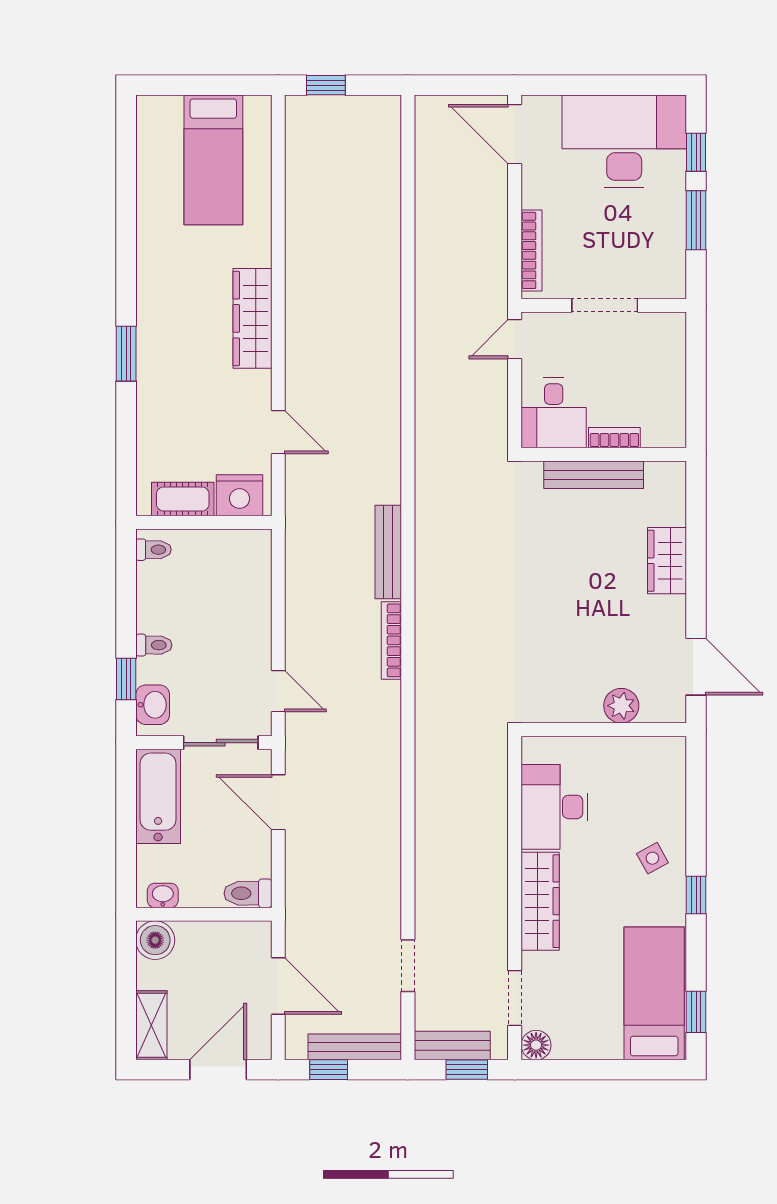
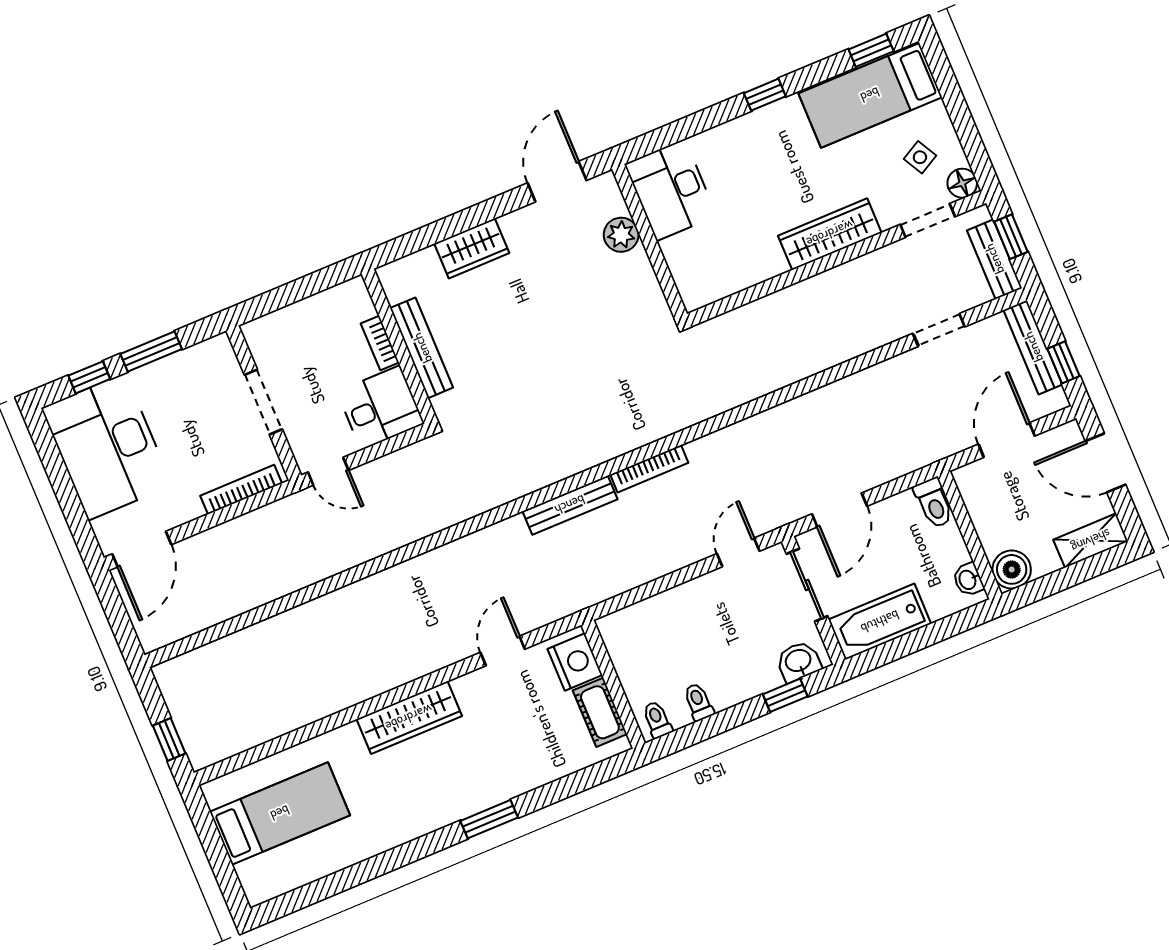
toilet: (154, 645) -> (698, 702), moved
desk: (555, 807) -> (671, 190), moved, turned 90
side table: (652, 858) -> (920, 157), moved

